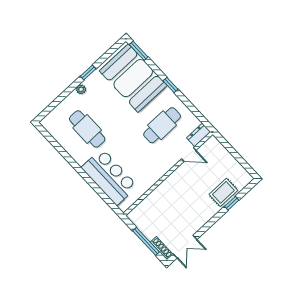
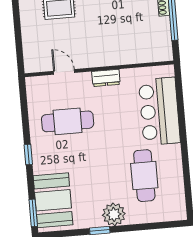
booth: (133, 78) -> (53, 200), width x0.73, depth x0.70
plant: (81, 89) -> (114, 214), width x1.88, depth x1.88
dresser: (199, 135) -> (106, 78), moved

